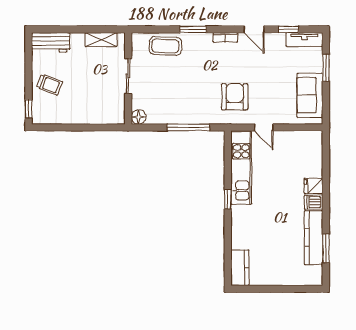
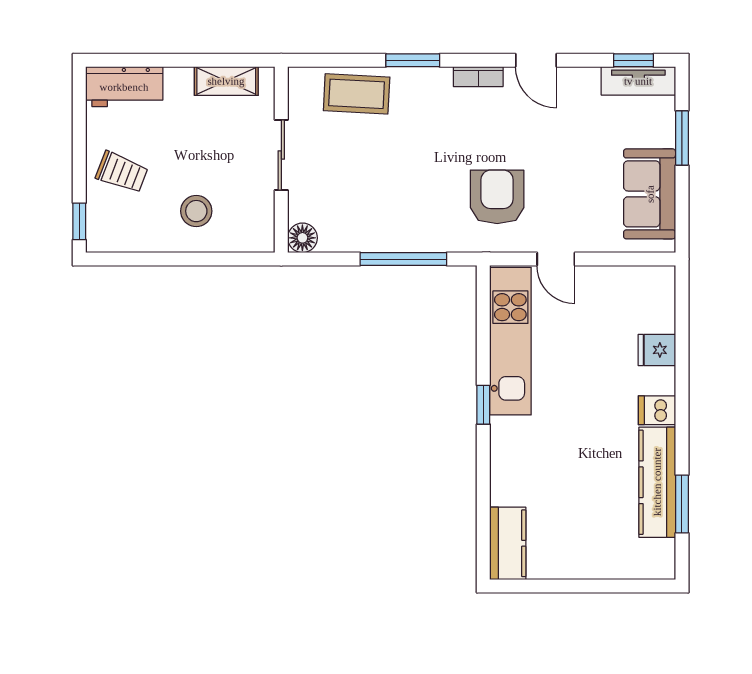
window: (289, 29) -> (633, 60), moved
stool: (86, 104) -> (196, 211), added
fridge: (313, 186) -> (657, 350), moved

